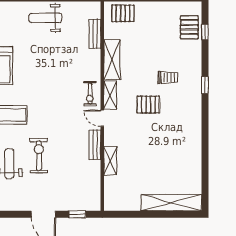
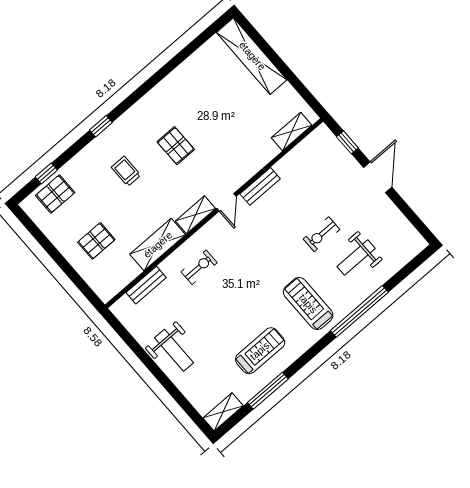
pallet: (123, 13) -> (96, 241), moved, turned 90
exercise bike: (90, 94) -> (199, 267), moved
pallet: (148, 105) -> (176, 146), moved
exercise bike: (39, 156) -> (322, 234), width x0.73, depth x0.72
shelving: (110, 161) -> (292, 131), moved

